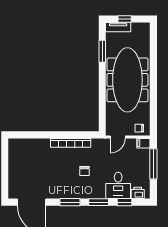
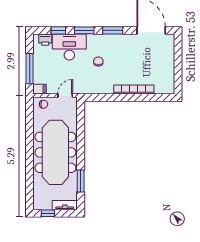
window: (125, 19) -> (48, 213), moved
bookcase: (71, 143) -> (134, 90), moved
desk: (118, 185) -> (69, 47), width x1.37

